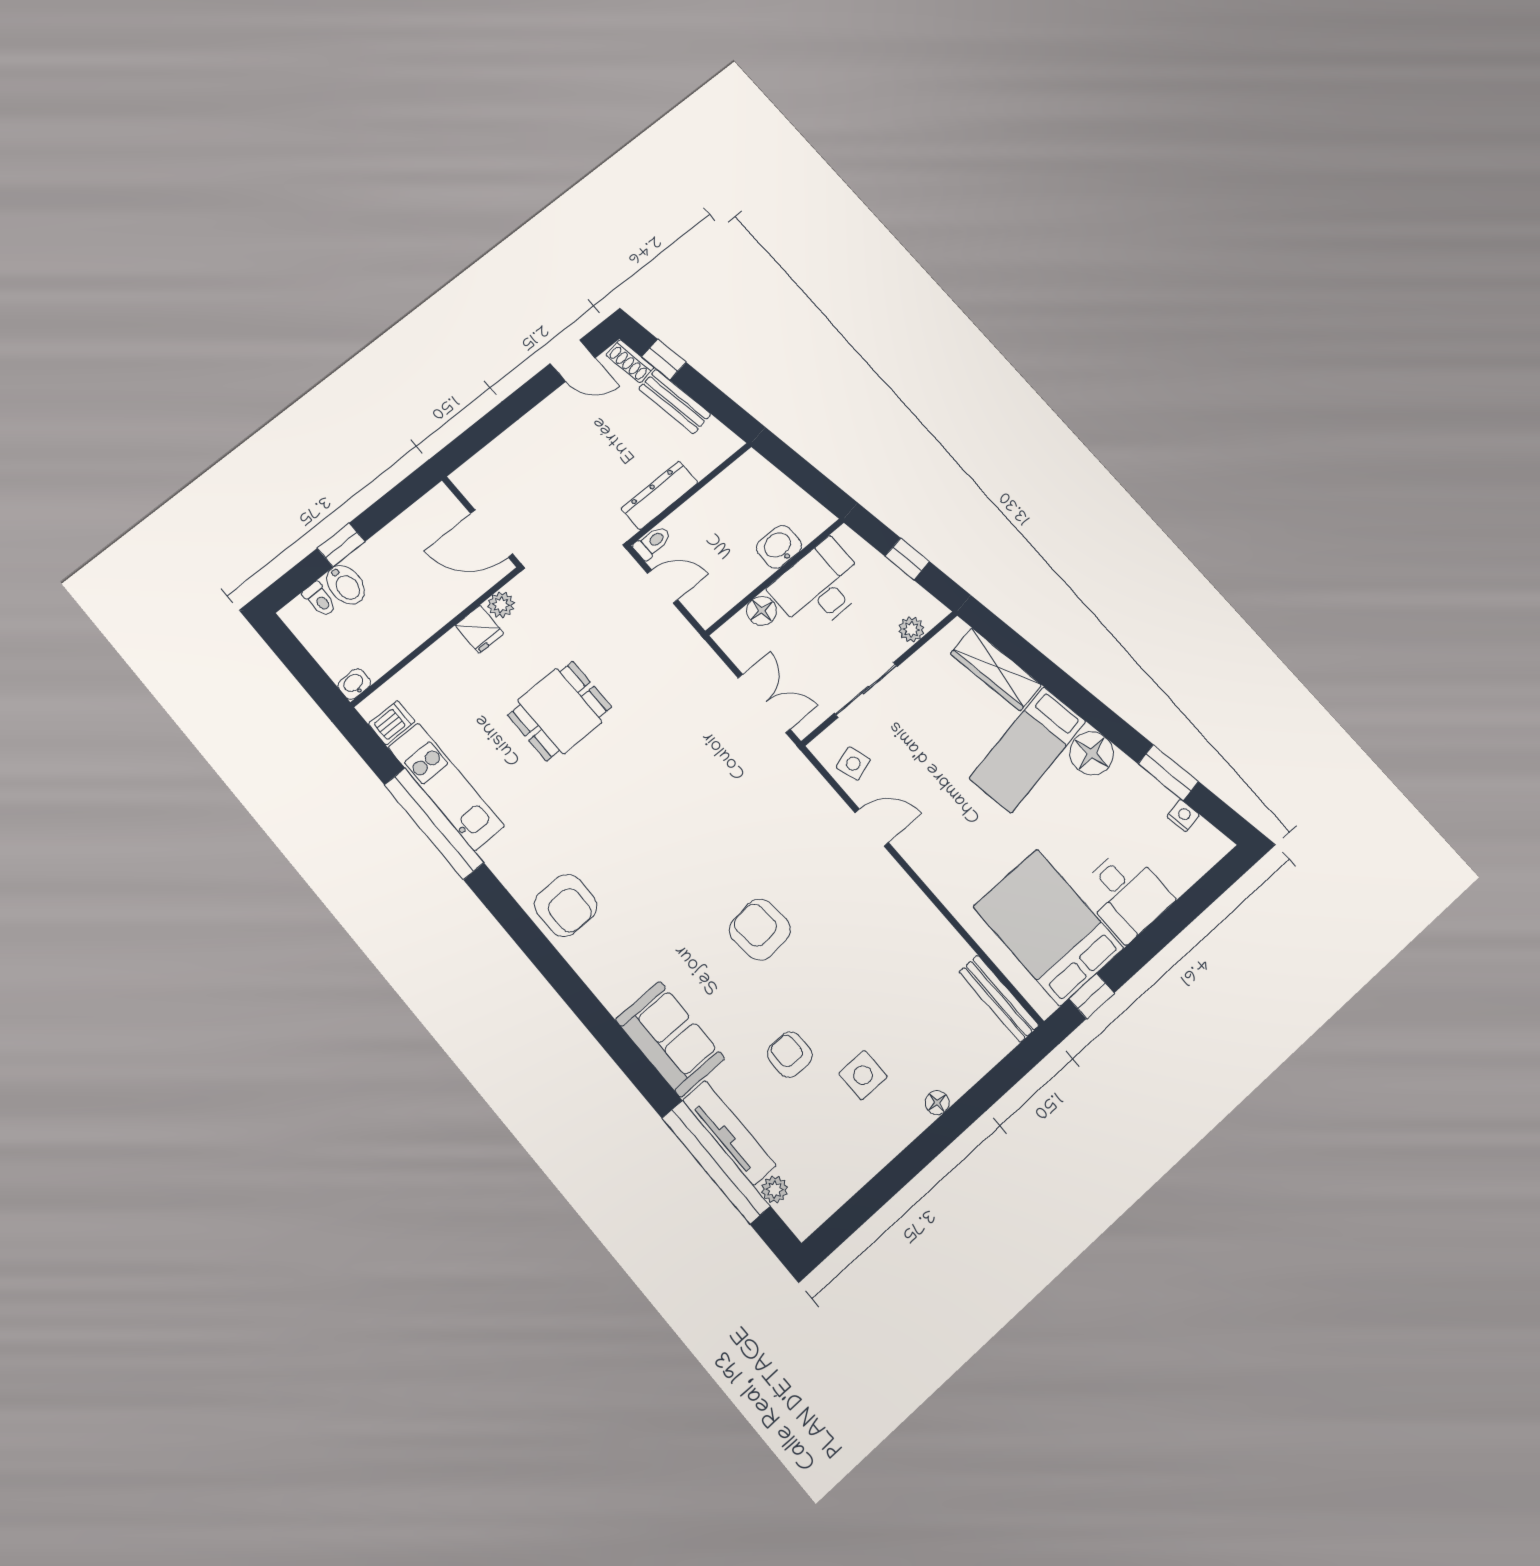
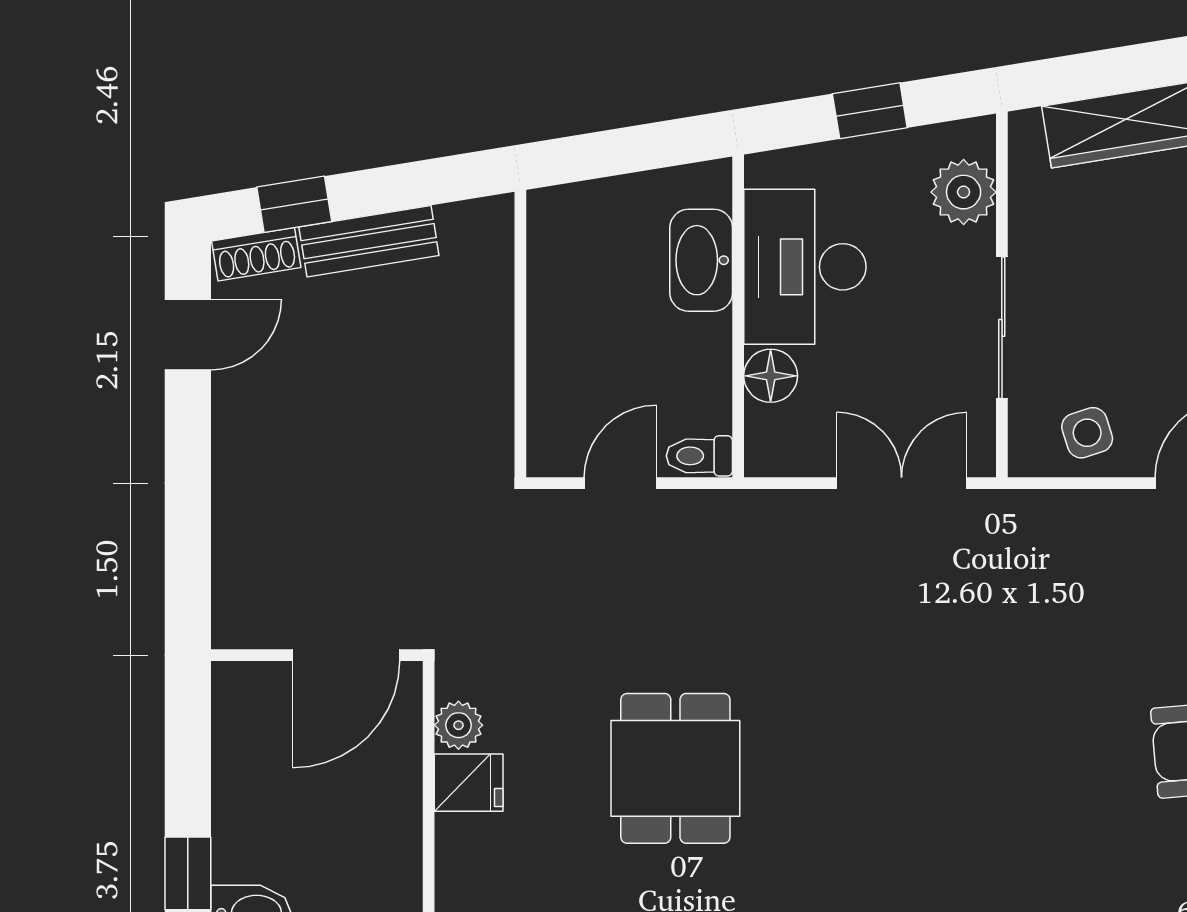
dresser: (660, 495) -> (487, 378), removed
toilet: (652, 542) -> (699, 456), moved, turned -90
washbasin: (779, 547) -> (701, 260), width x1.38
plant: (911, 629) -> (964, 192), width x1.38, depth x1.38

